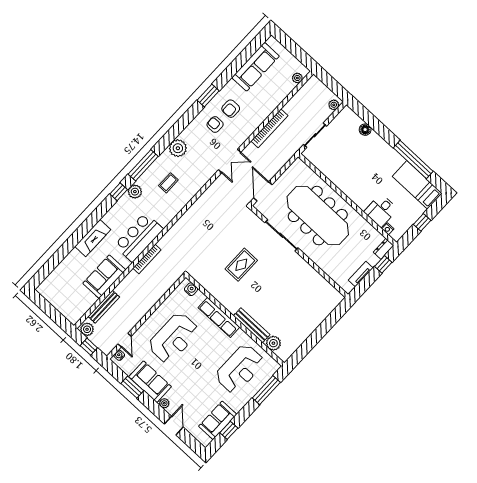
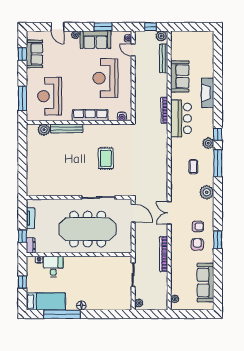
floor lamp: (365, 130) -> (81, 306), moved

